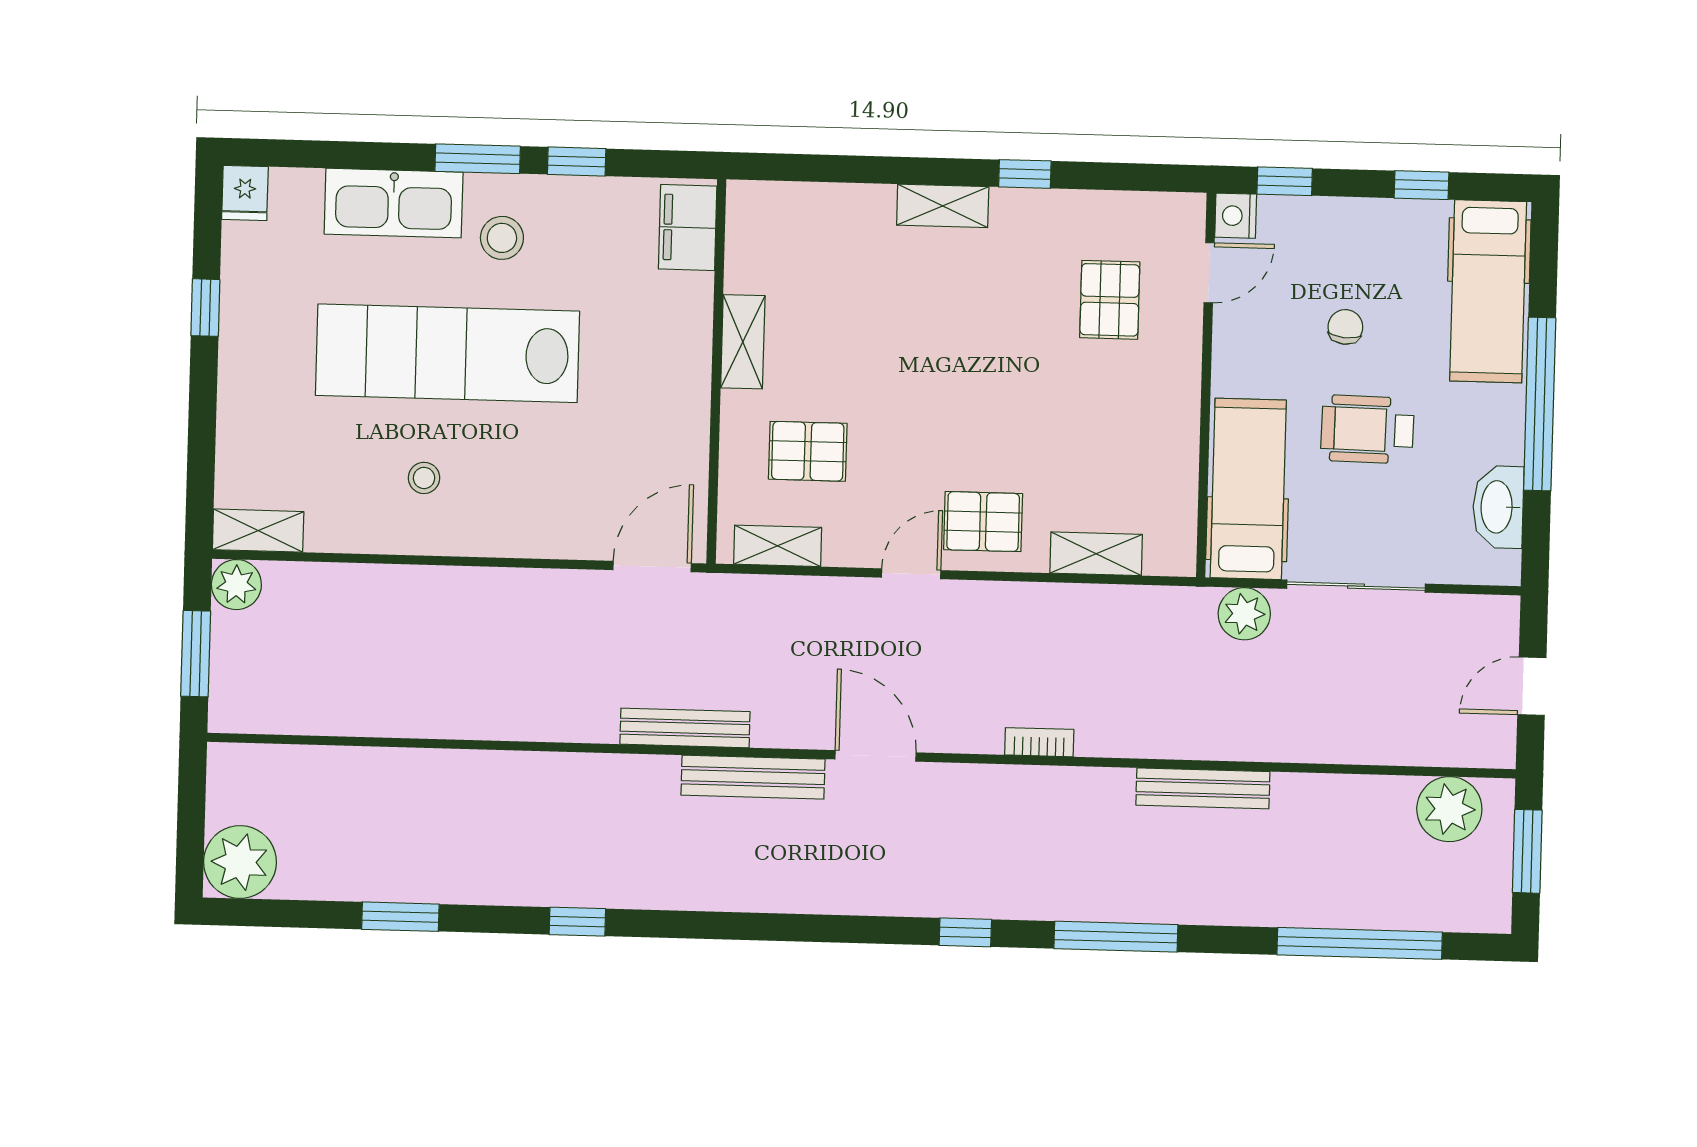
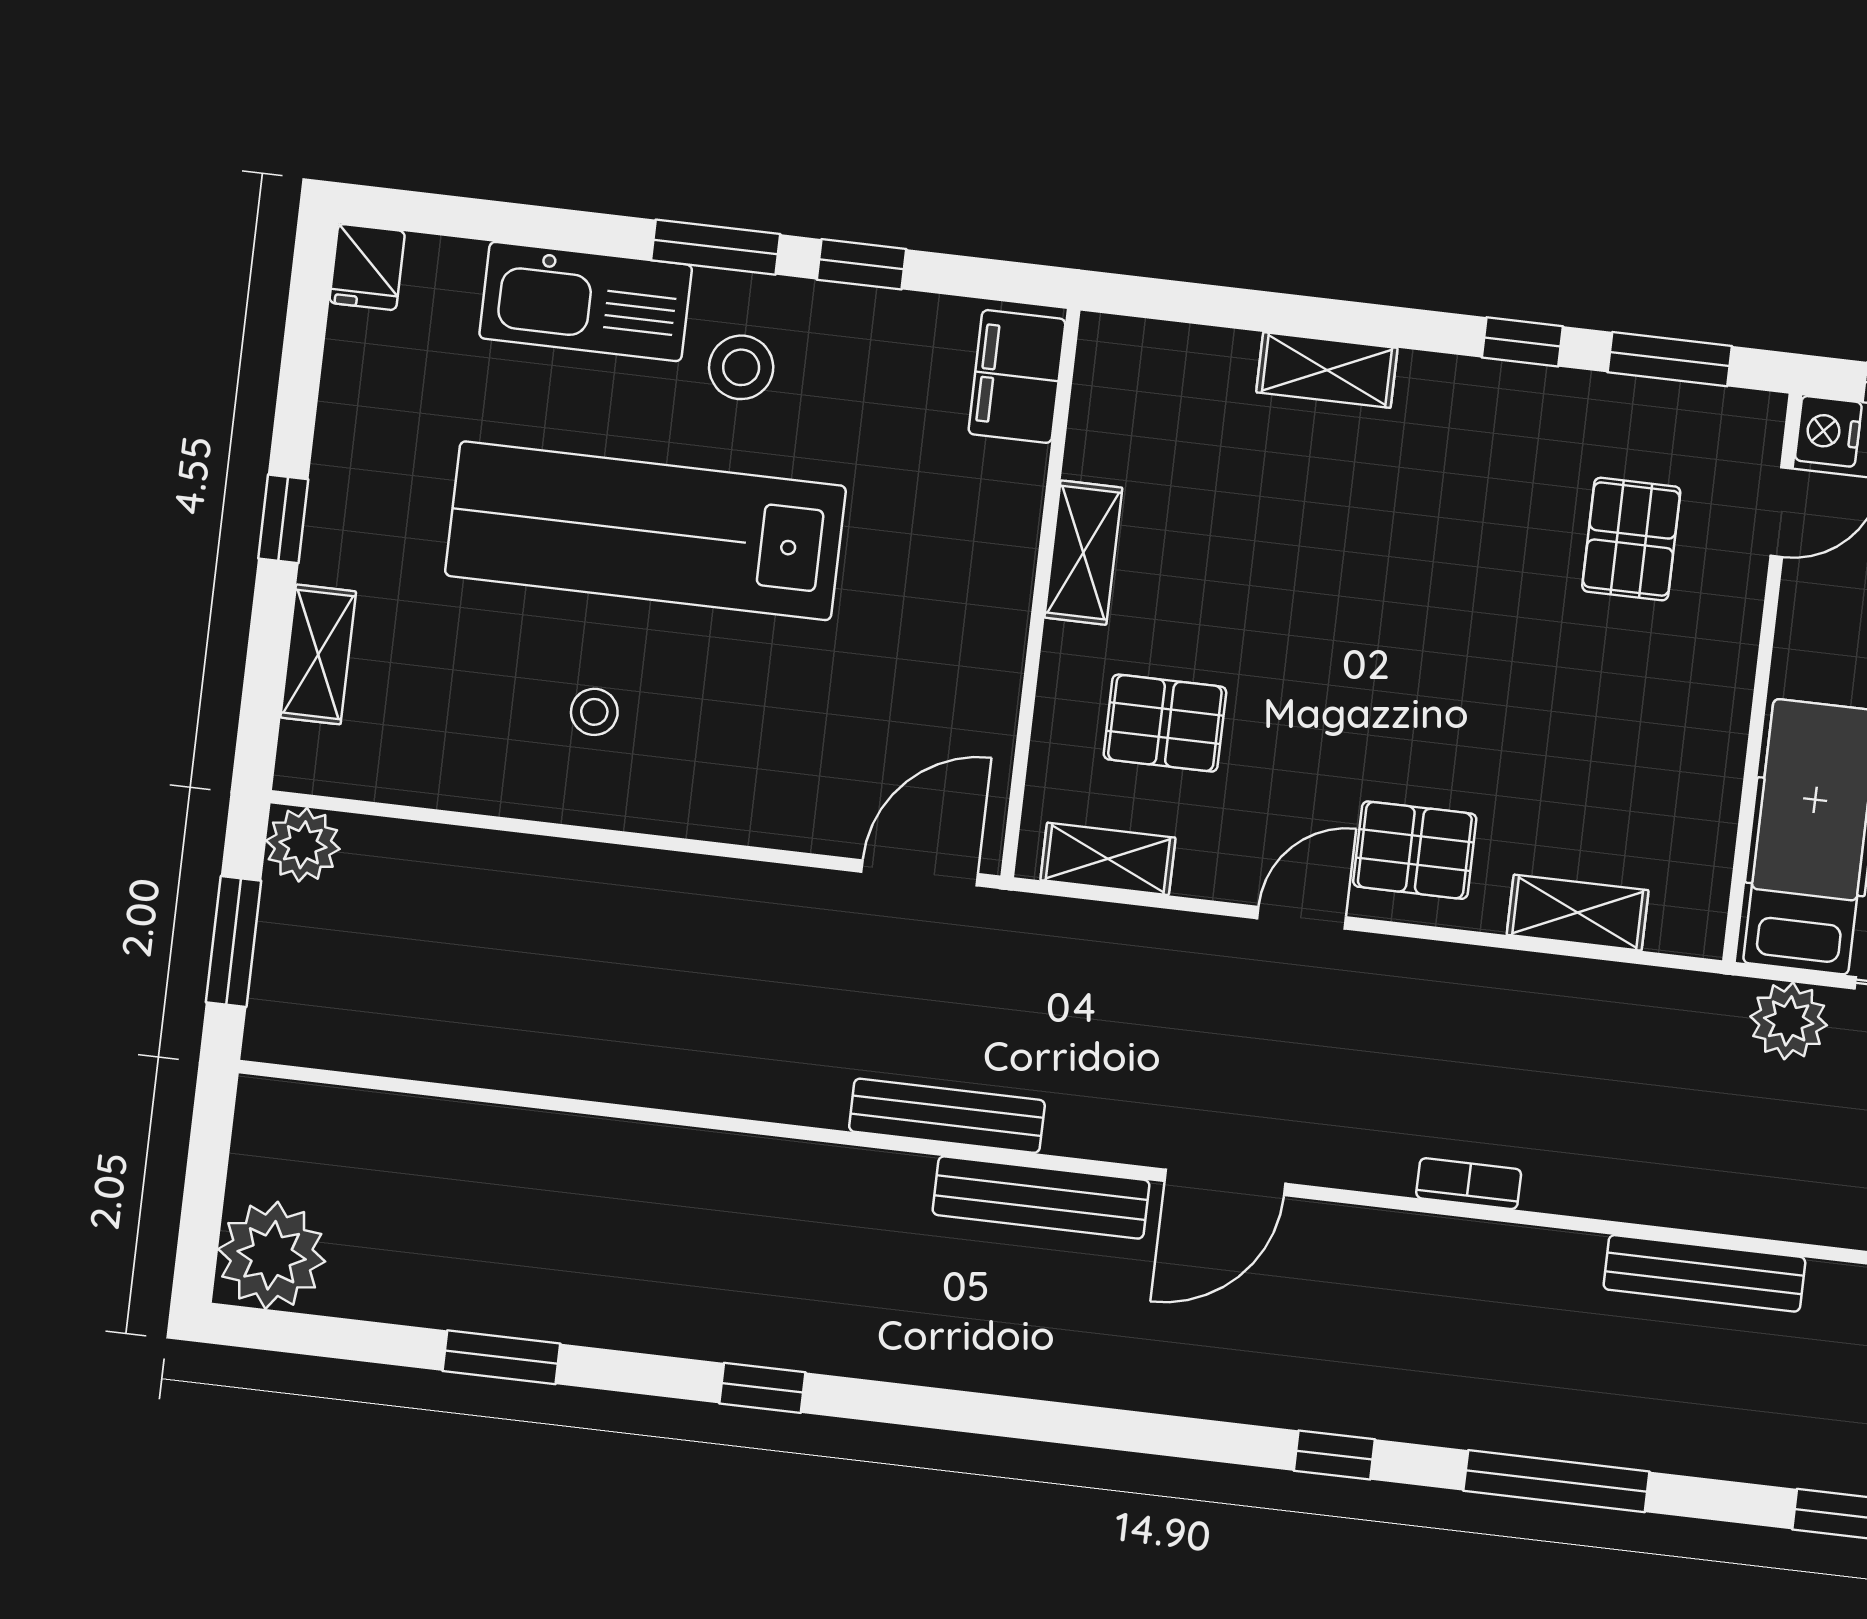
window: (1125, 177) -> (1670, 359), added
shelving: (943, 206) -> (1327, 370), moved
window: (205, 308) -> (283, 519), moved
shelving: (258, 531) -> (318, 654), moved, turned 90
door: (875, 756) -> (1225, 1182), swing flipped

